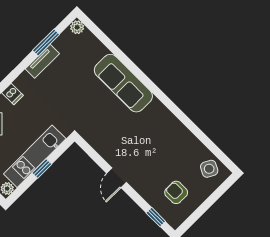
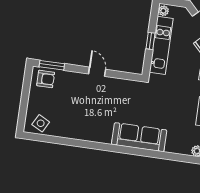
armchair: (176, 192) -> (46, 79), moved
window: (156, 217) -> (52, 65), width x1.50

